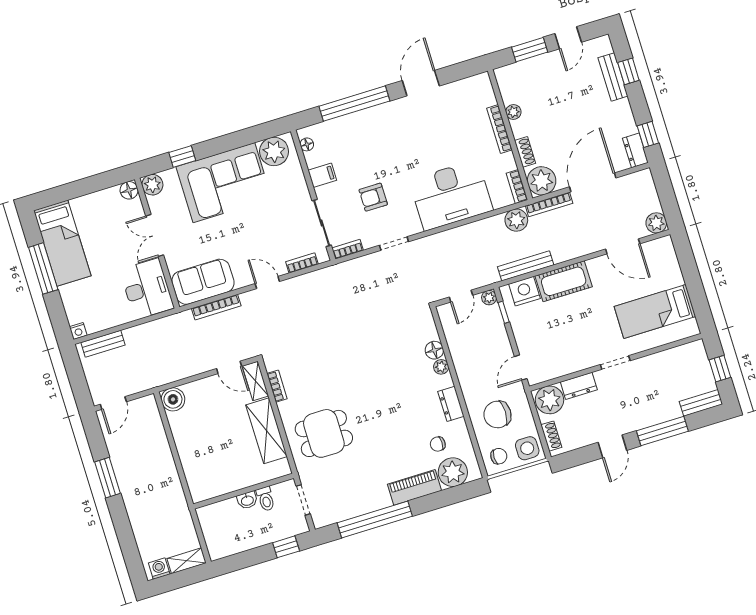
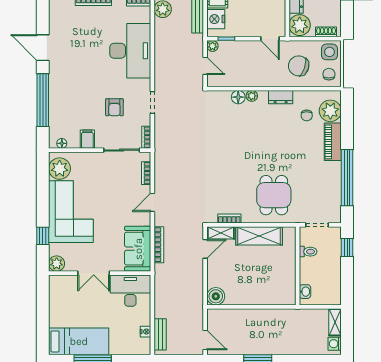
floor lamp: (129, 190) -> (55, 282), removed
nightstand: (78, 331) -> (146, 332), moved
chair: (497, 415) -> (299, 66), turned 109
washbasin: (247, 500) -> (305, 292), moved

